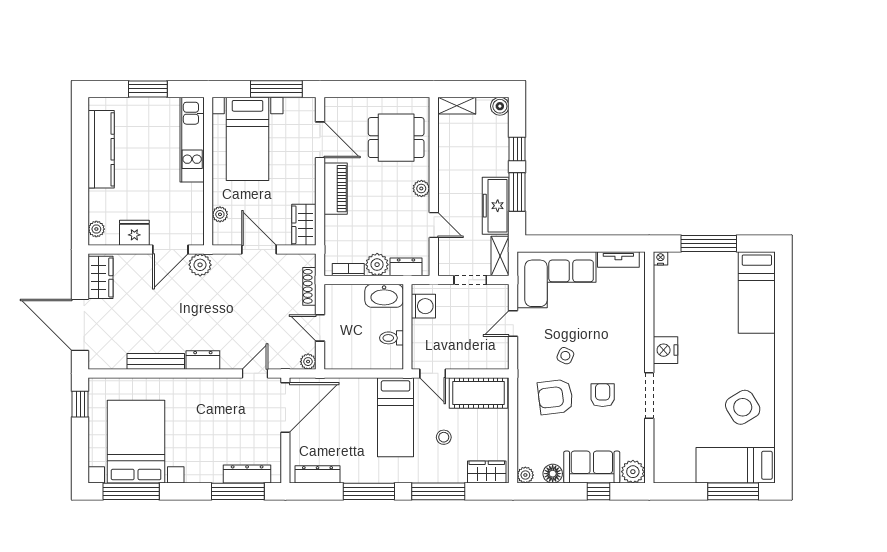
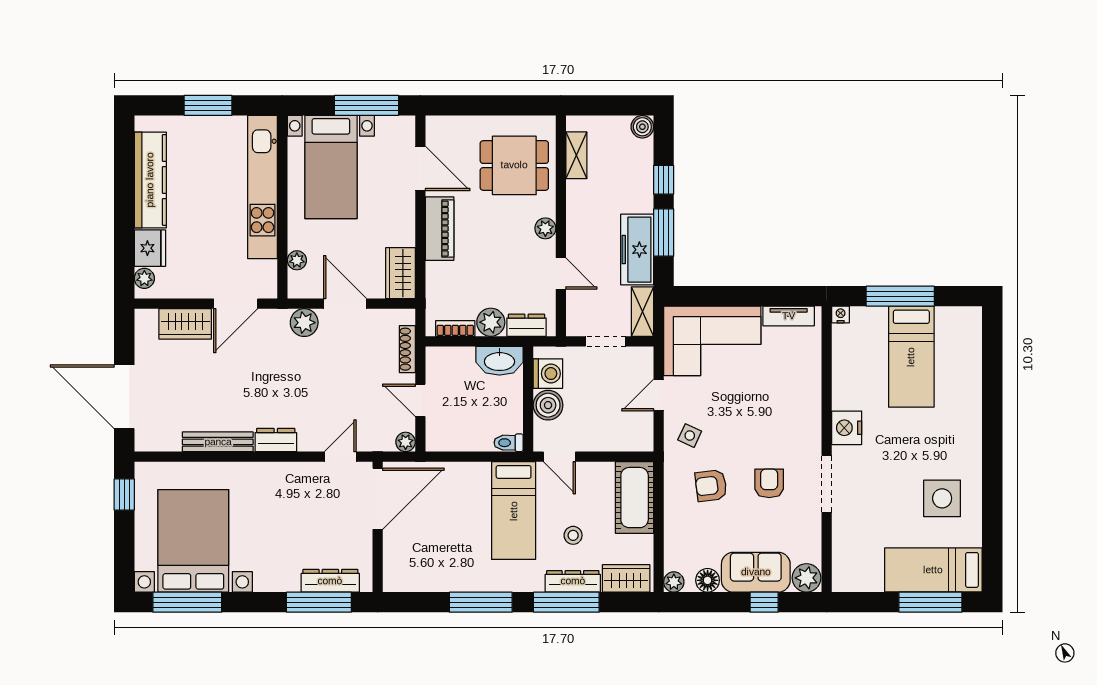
shelving: (457, 106) -> (576, 155), moved, turned 90
kitchen unit: (192, 140) -> (263, 187), width x1.36
fridge: (134, 233) -> (150, 248), moved, turned 90
plant: (200, 265) -> (304, 323), moved
wardrobe: (101, 277) -> (185, 324), moved, turned 90
bed: (757, 292) -> (911, 357), moved
boiler: (423, 332) -> (548, 405), added
toilet: (392, 338) -> (509, 443), moved
side table: (565, 356) -> (690, 436), moved
cot: (478, 393) -> (635, 498), moved, turned 90
armchair: (555, 397) -> (711, 486), width x0.72, depth x0.72
side table: (743, 407) -> (942, 498), turned 31
dresser: (318, 474) -> (573, 581), moved

